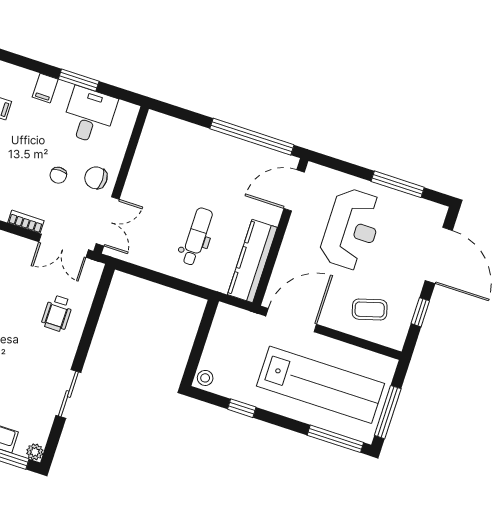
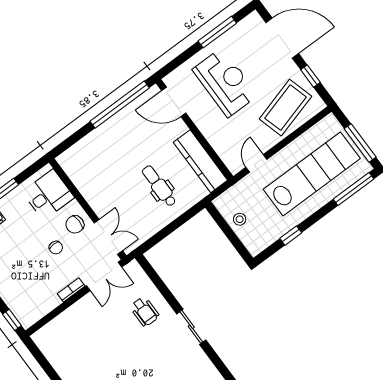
desk: (89, 115) -> (48, 195), moved, turned 90
door: (294, 190) -> (174, 102), hinge flipped
coffee table: (370, 309) -> (285, 108), width x1.86, depth x1.72
door: (291, 320) -> (256, 163), width x0.53
stool: (205, 378) -> (240, 219), moved
sliding door: (68, 394) -> (191, 327), moved

